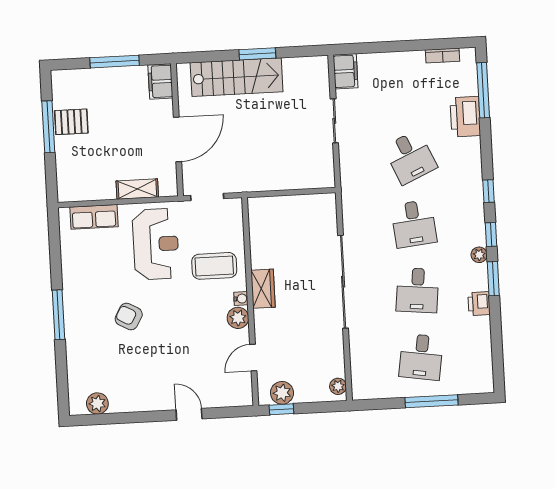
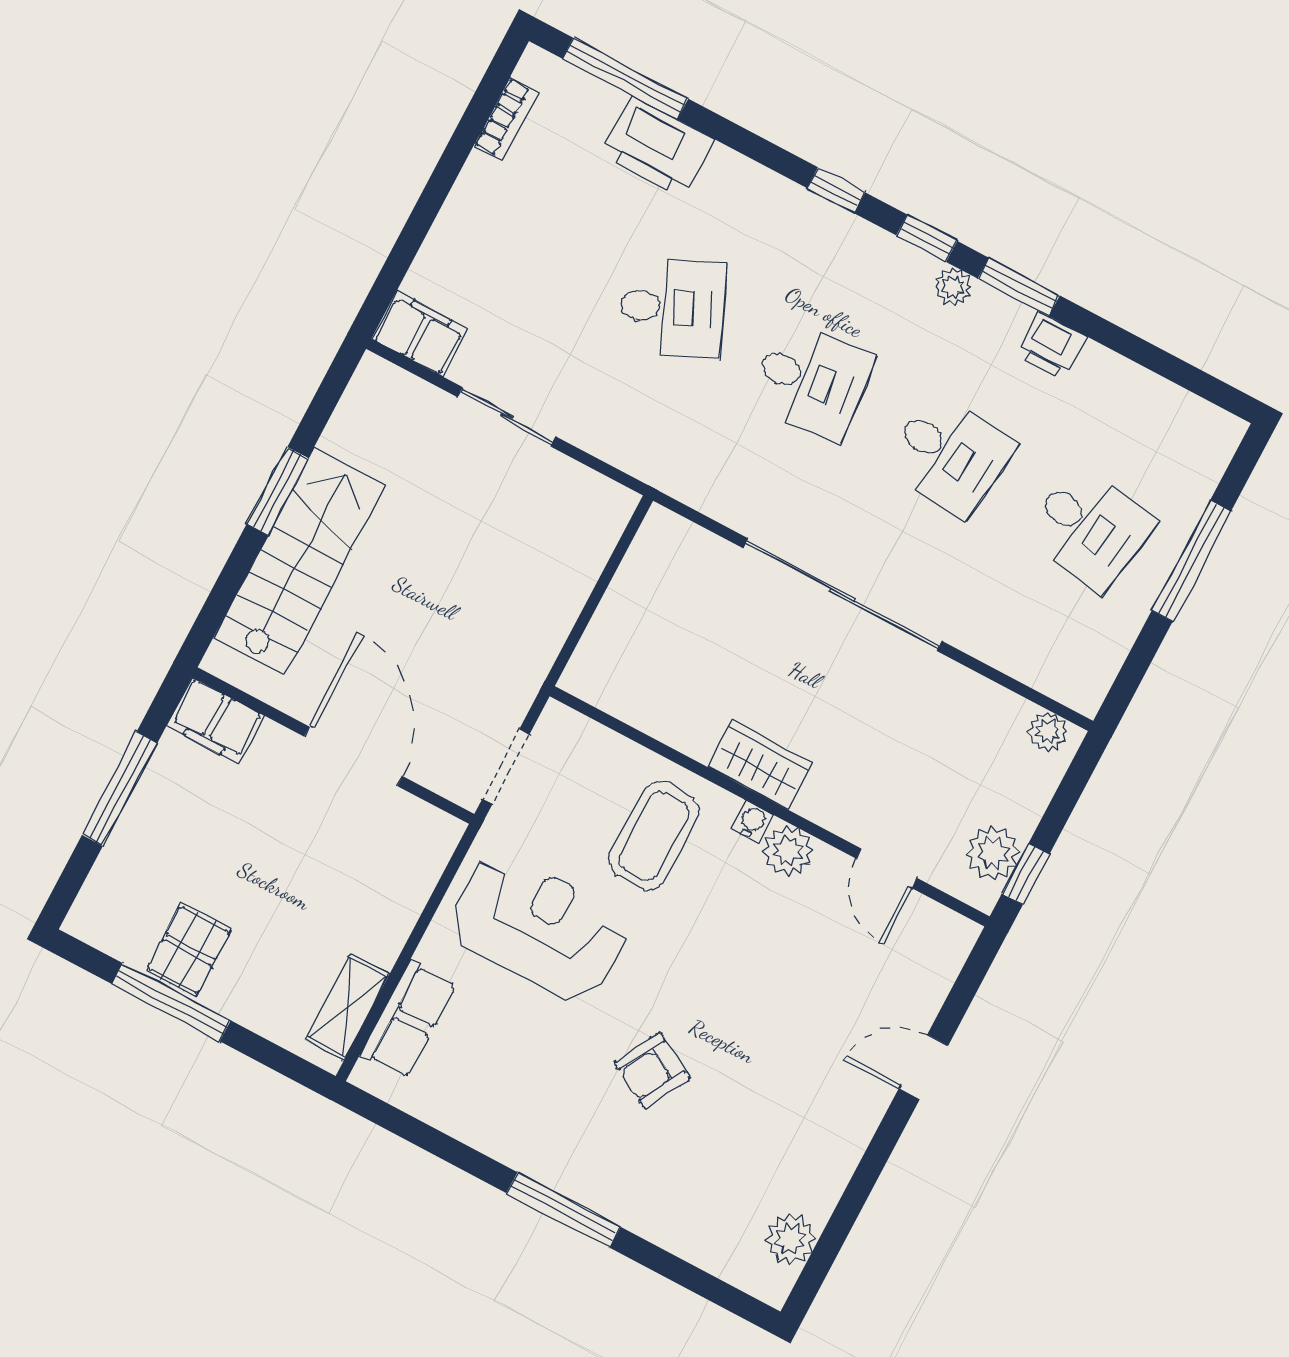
shelving: (137, 189) -> (347, 1007), moved

